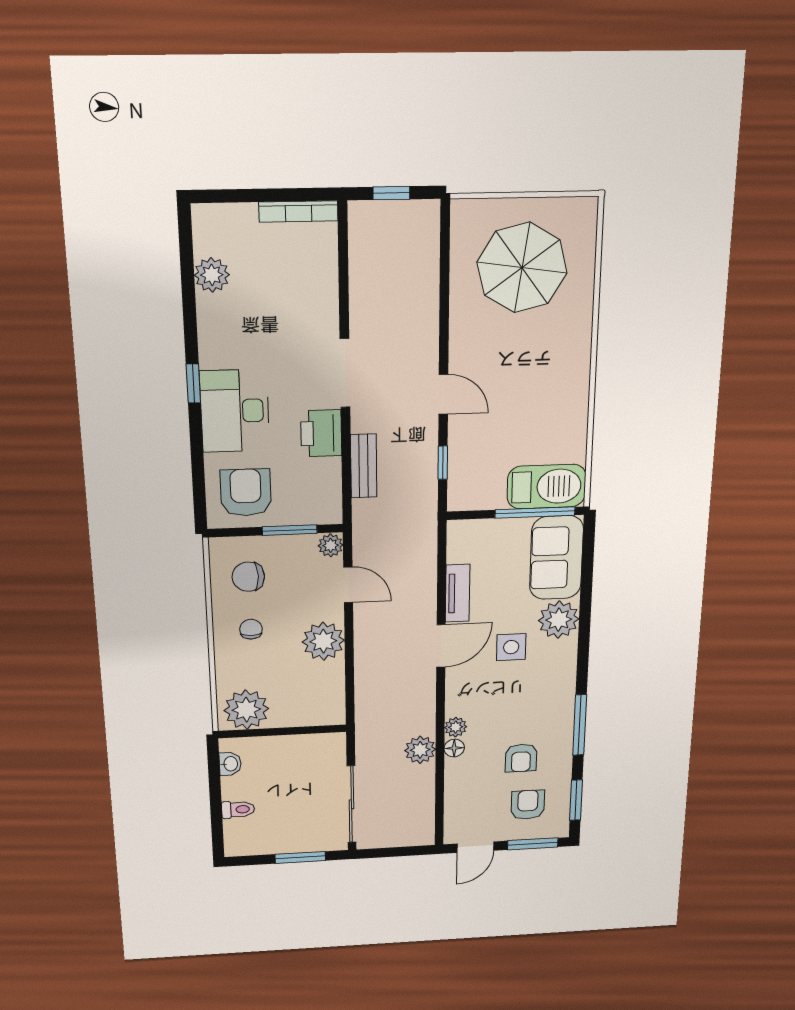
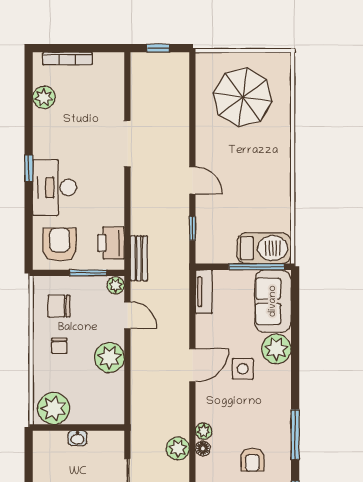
bookcase: (298, 211) -> (68, 59), moved
doorway: (345, 373) -> (127, 144), moved
printer: (321, 433) -> (111, 243), moved
bench: (364, 466) -> (139, 258), moved
tv unit: (458, 593) -> (204, 292), moved
chair: (251, 629) -> (59, 346), turned 180
washbasin: (230, 764) -> (77, 438), moved, turned 90

